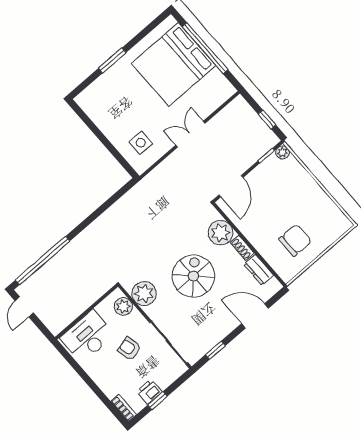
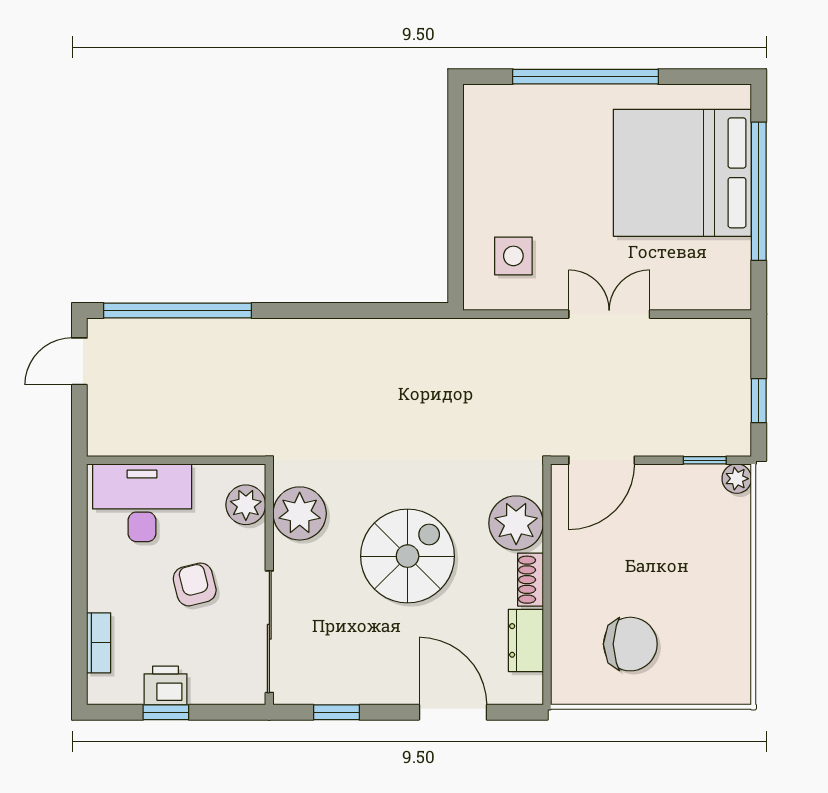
window: (112, 60) -> (586, 77), width x2.11
bookcase: (124, 408) -> (99, 643), moved

